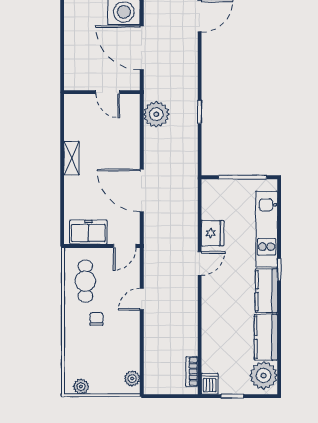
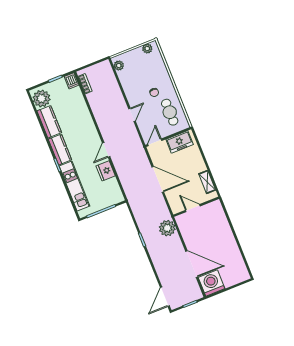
wall: (102, 92) -> (196, 207), moved
door: (108, 92) -> (193, 208), moved

